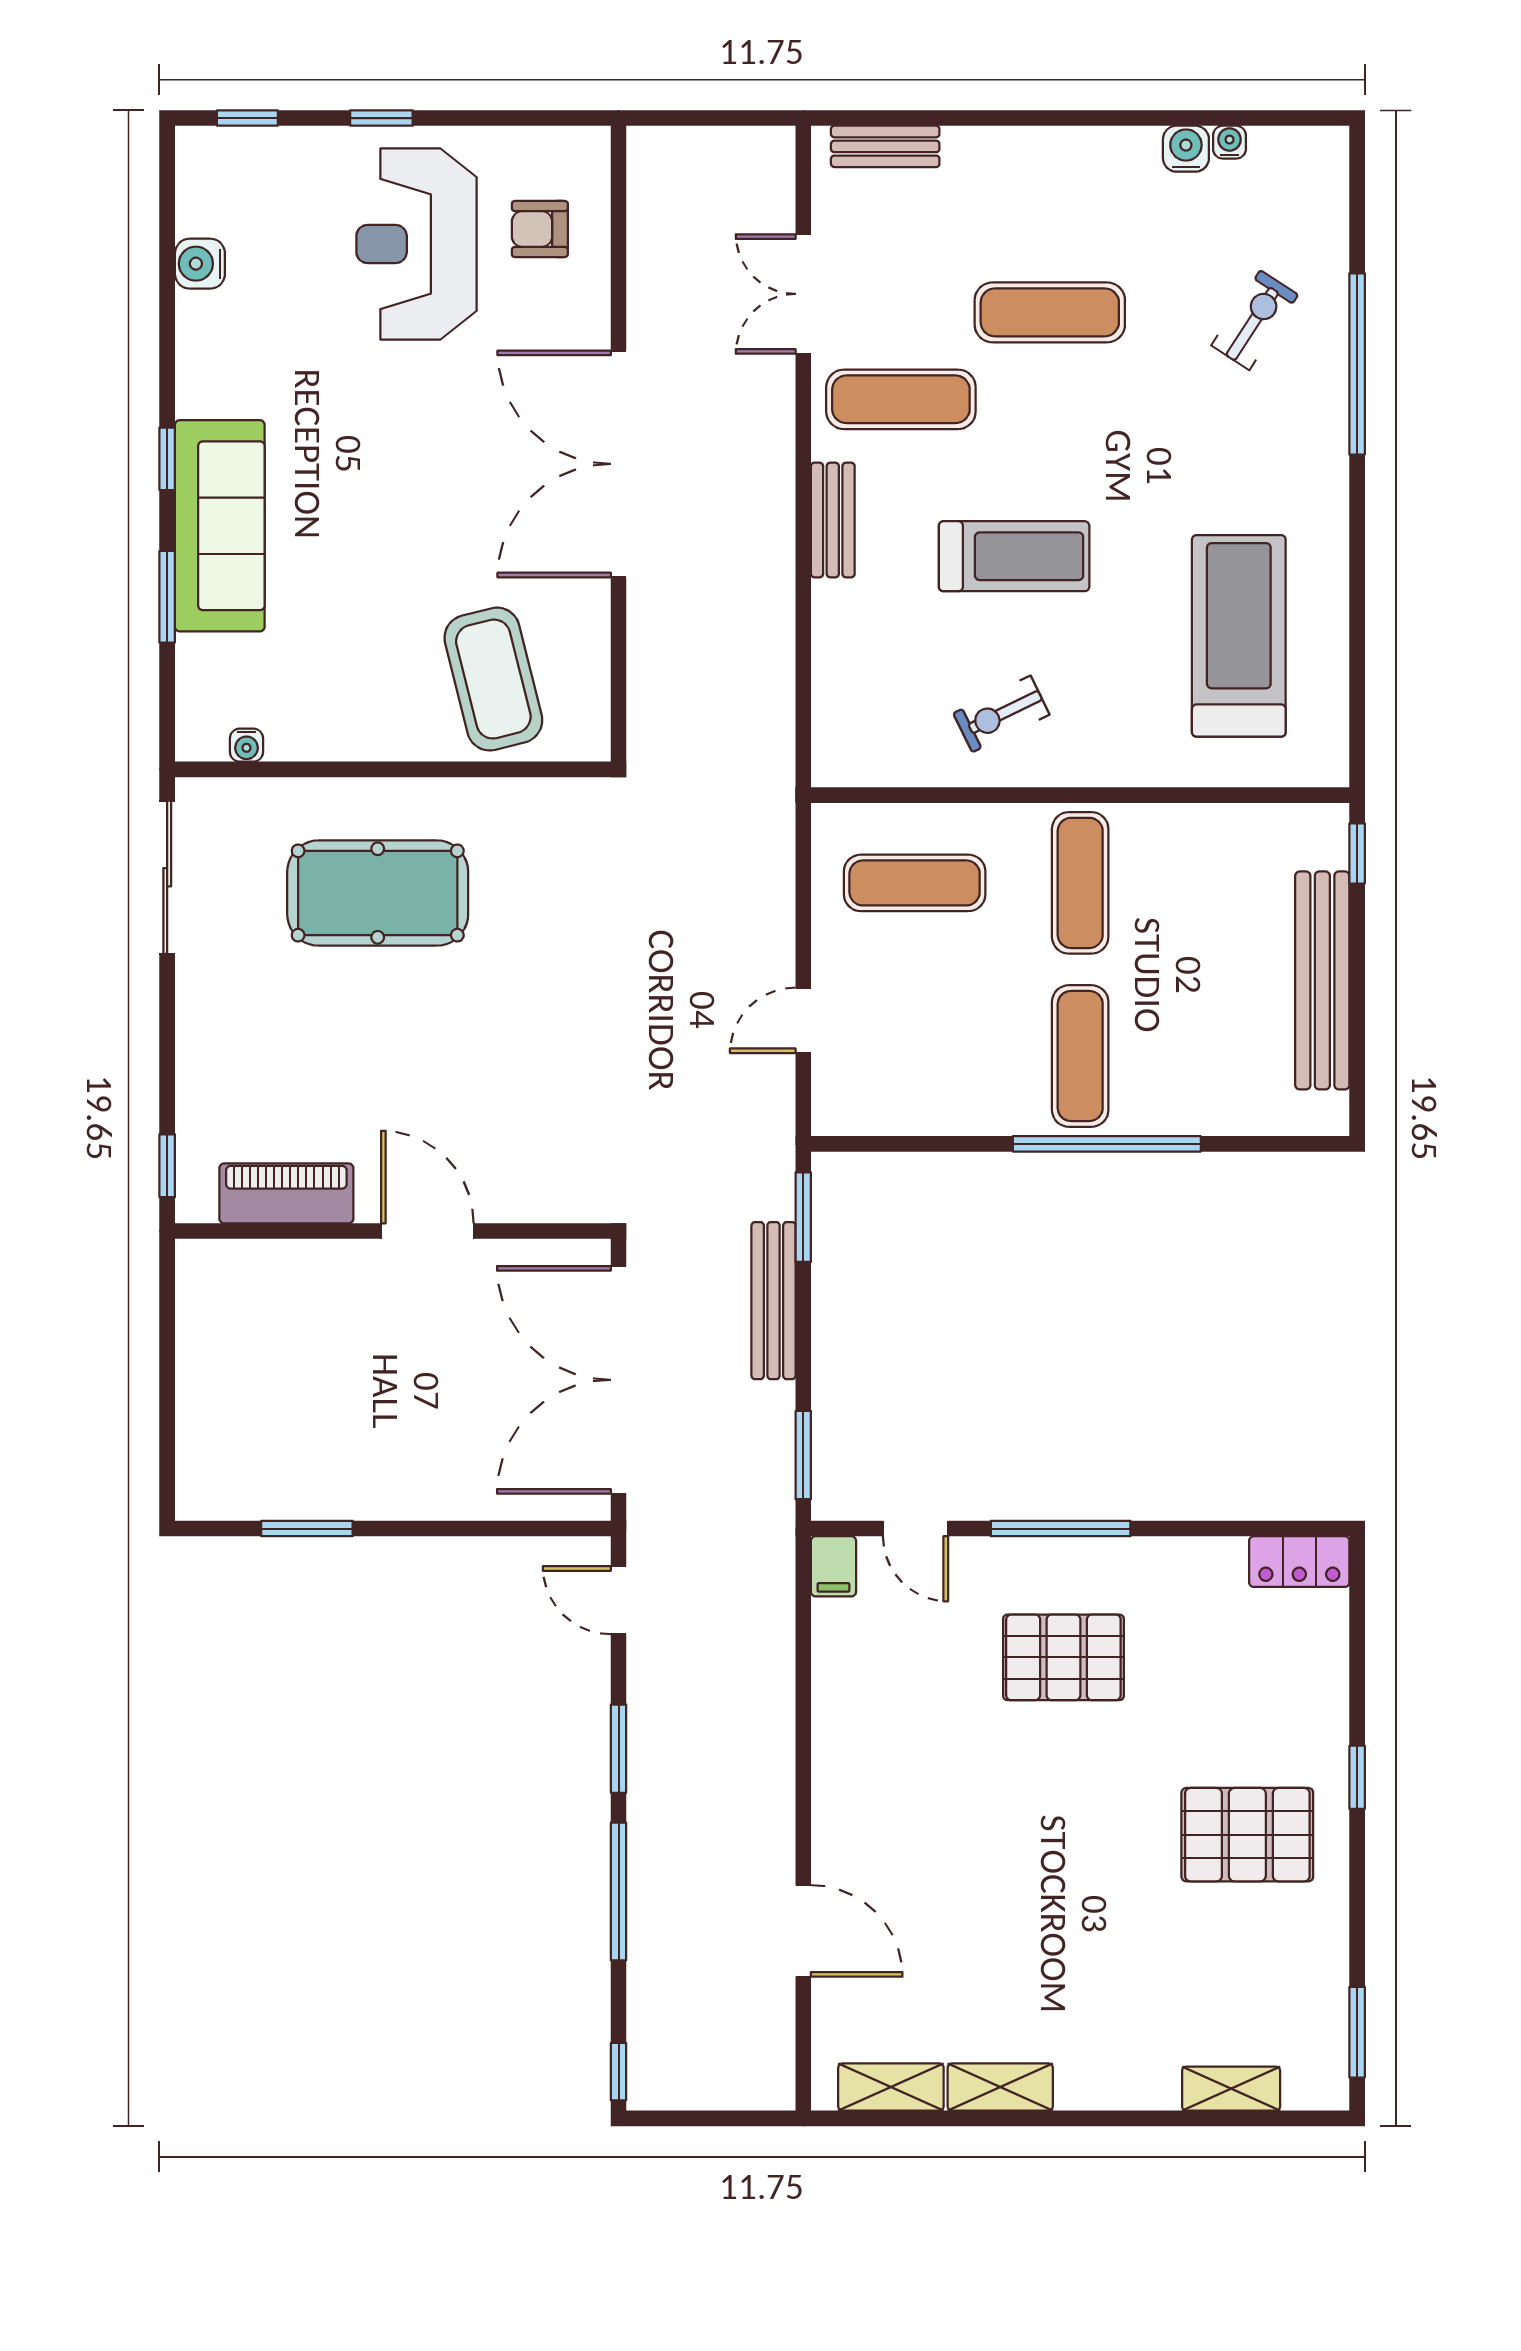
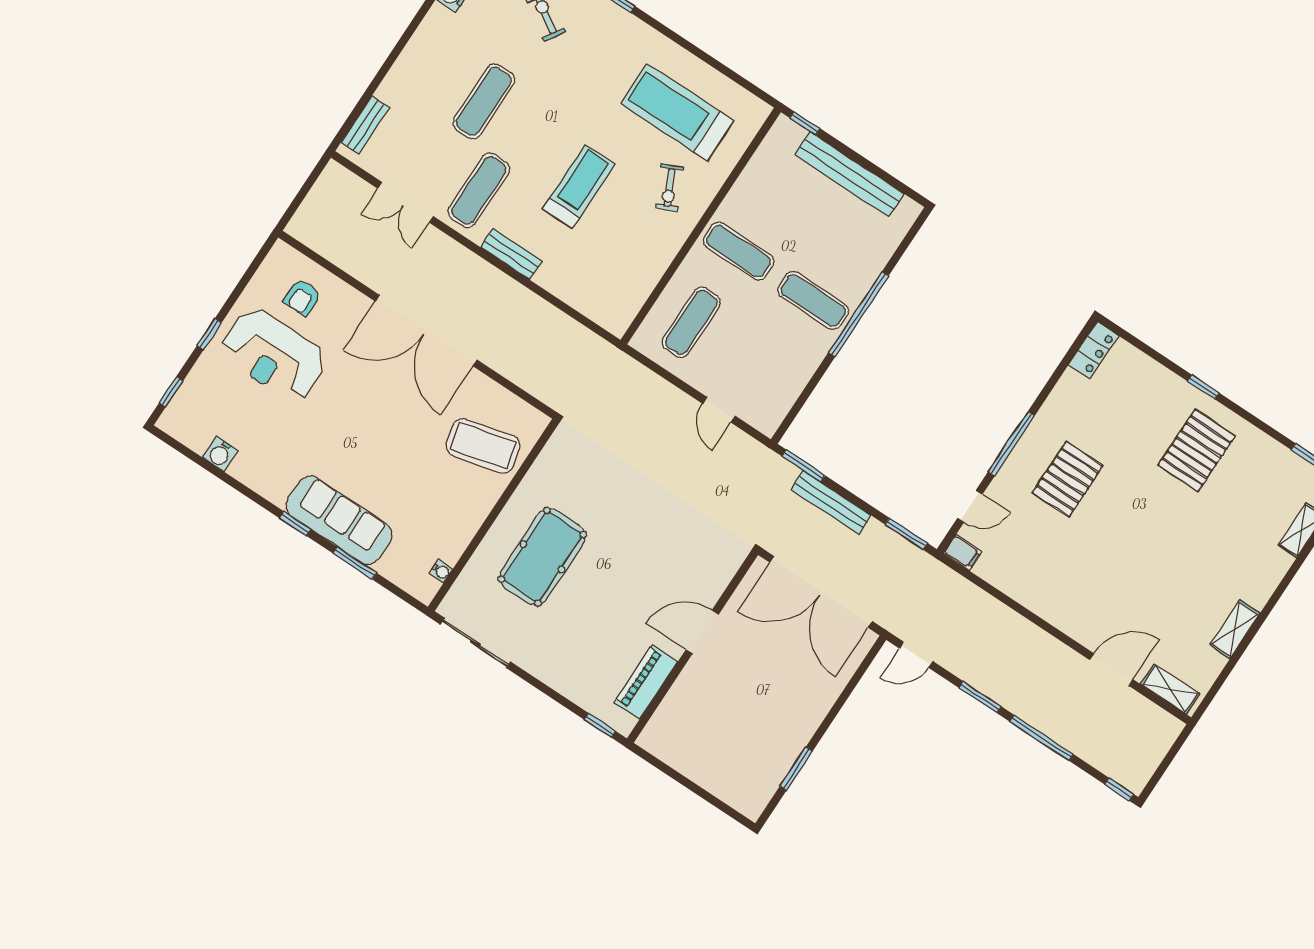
exercise bike: (1001, 714) -> (669, 188), moved
shelving: (891, 2087) -> (1170, 689), moved, turned 90

